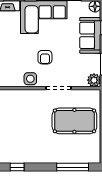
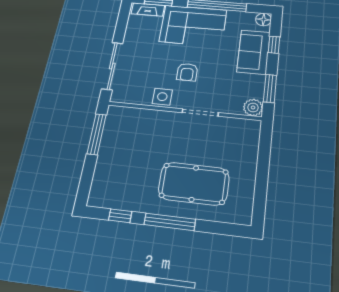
pool table: (74, 121) -> (194, 184), moved
window: (73, 167) -> (170, 222), moved

